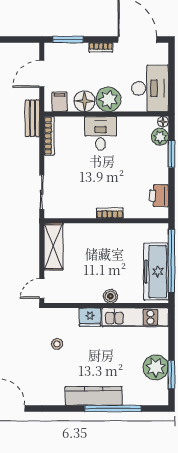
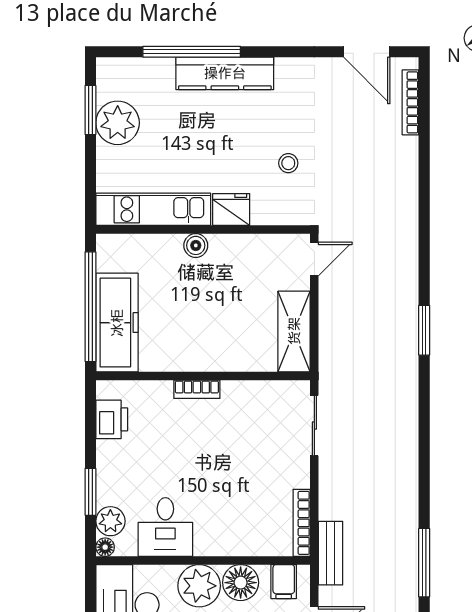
desk: (101, 133) -> (165, 527), moved
freezer: (156, 272) -> (117, 323), moved

